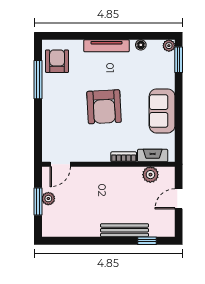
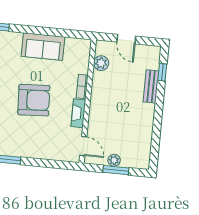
fireplace: (153, 156) -> (78, 113), moved
bench: (125, 230) -> (151, 86), width x0.73

